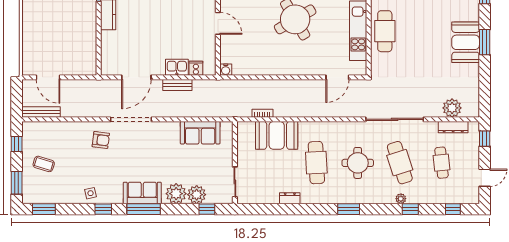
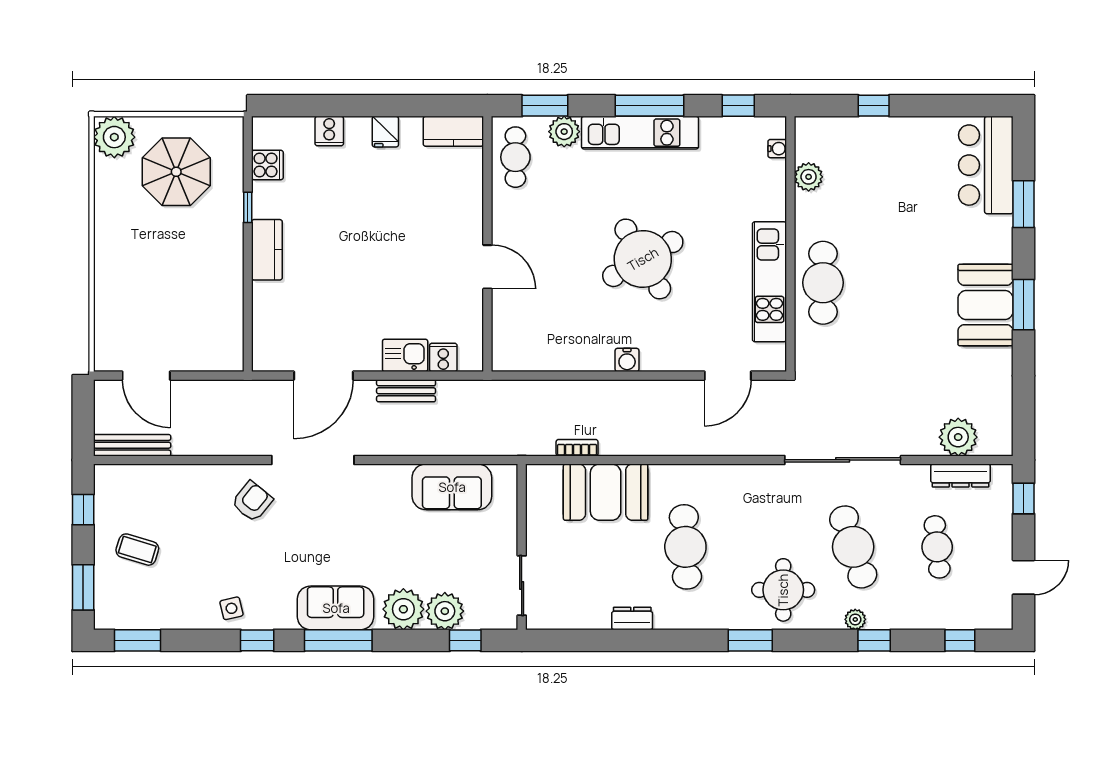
water cooler: (226, 70) -> (627, 360), moved
armchair: (101, 140) -> (252, 501), turned -58
round table: (358, 163) -> (783, 590), moved

